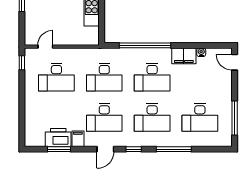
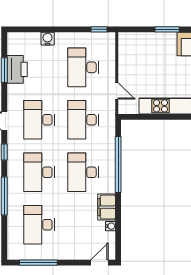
door: (45, 47) -> (117, 91), moved
water cooler: (30, 110) -> (48, 39), added
filing cabinet: (78, 139) -> (16, 91), removed

